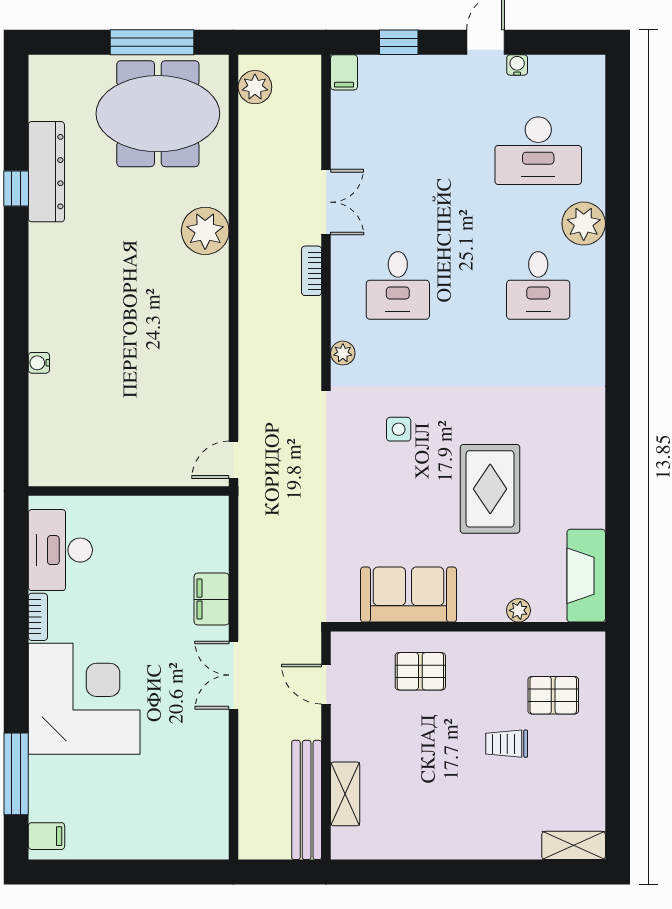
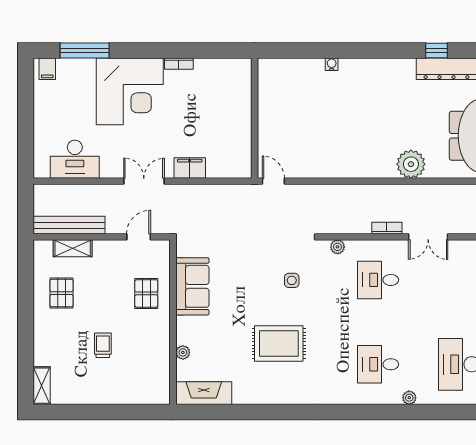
plant: (584, 224) -> (409, 398), width x0.53, depth x0.53
rug: (490, 489) -> (279, 344), moved
desk: (60, 550) -> (75, 159), moved, turned 180
pallet: (553, 695) -> (62, 293), moved

